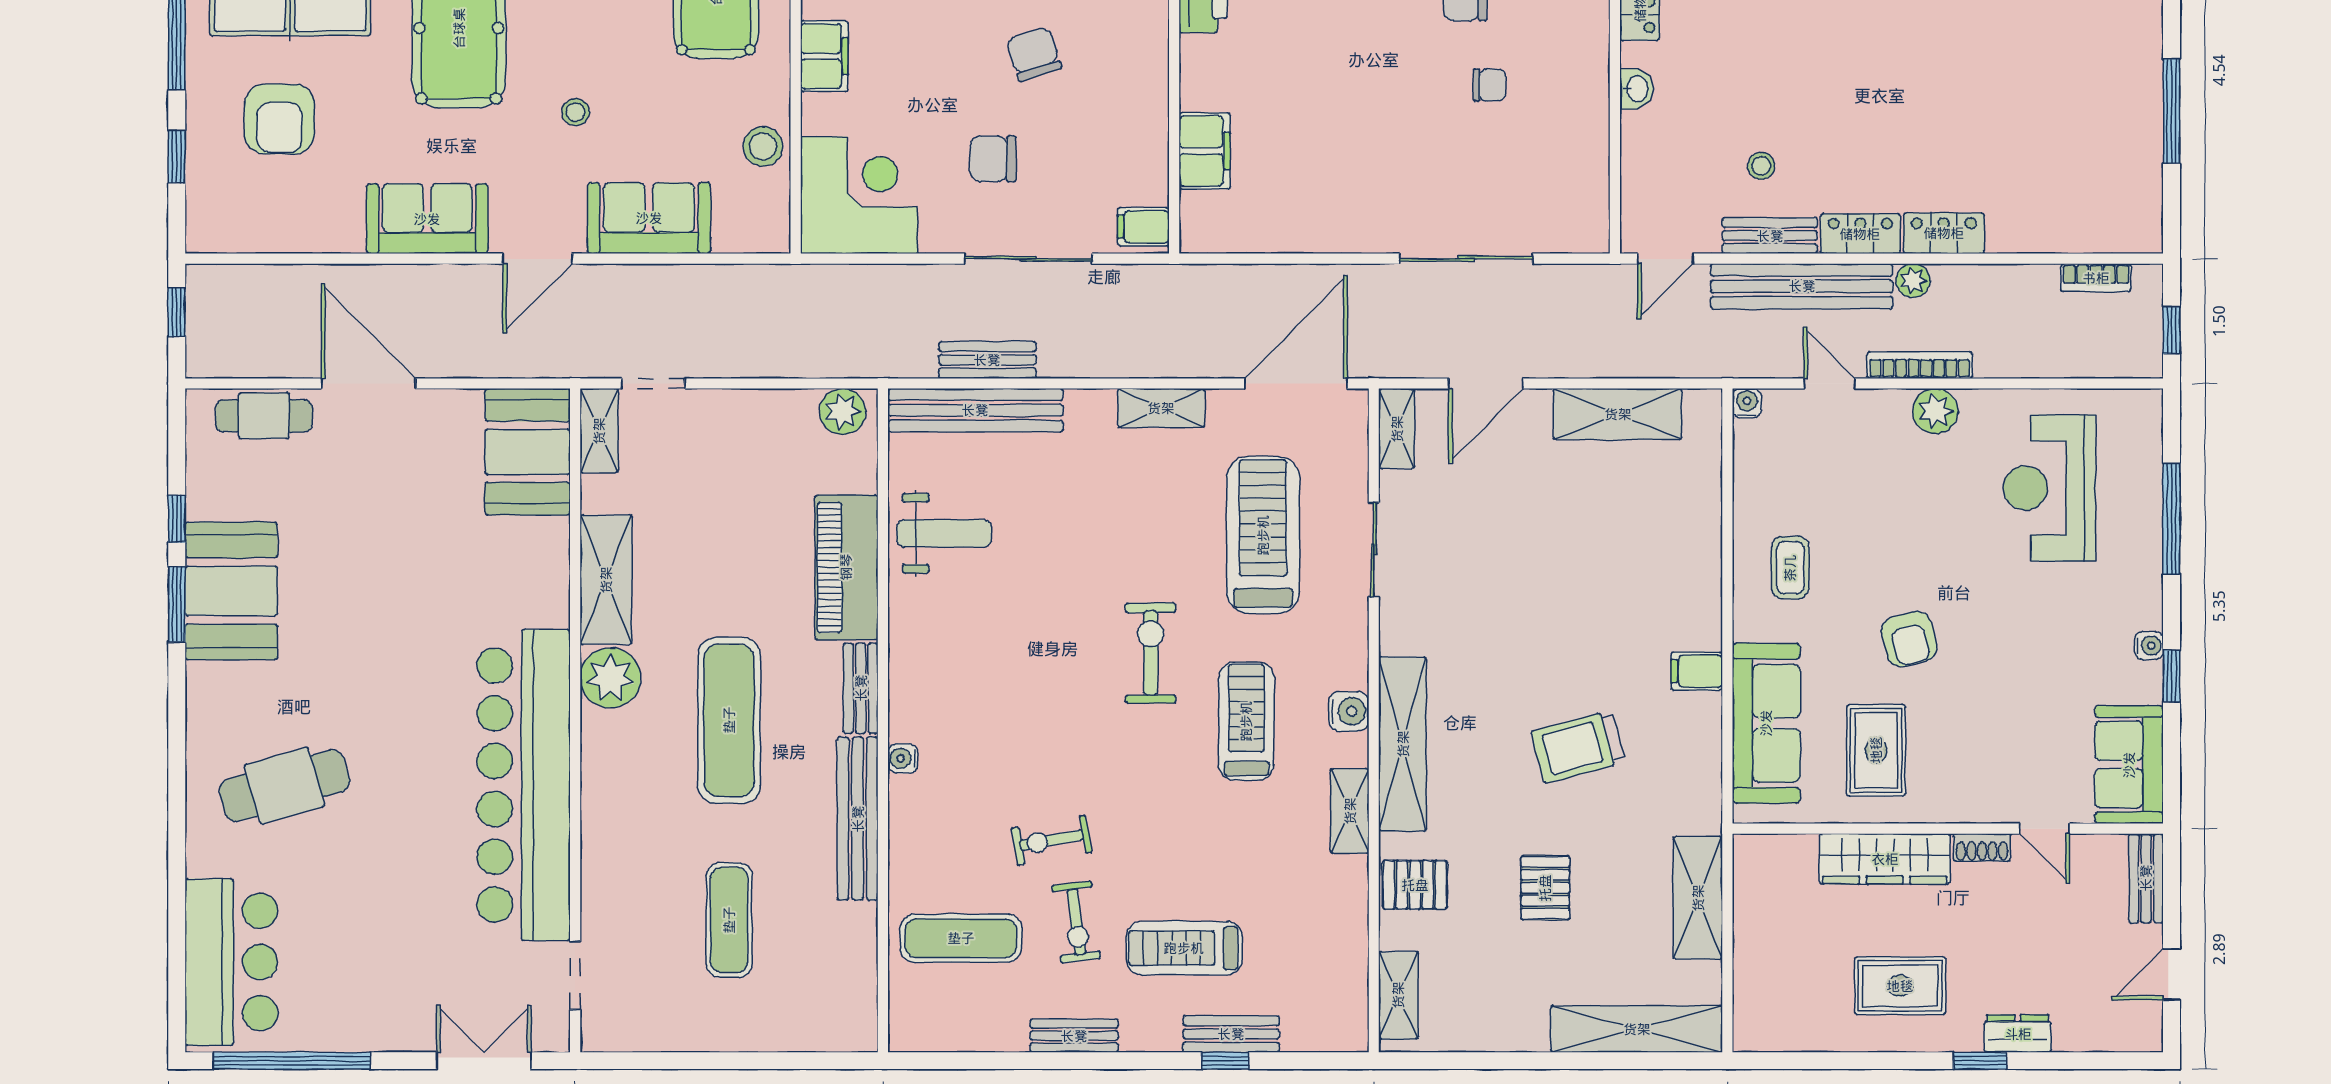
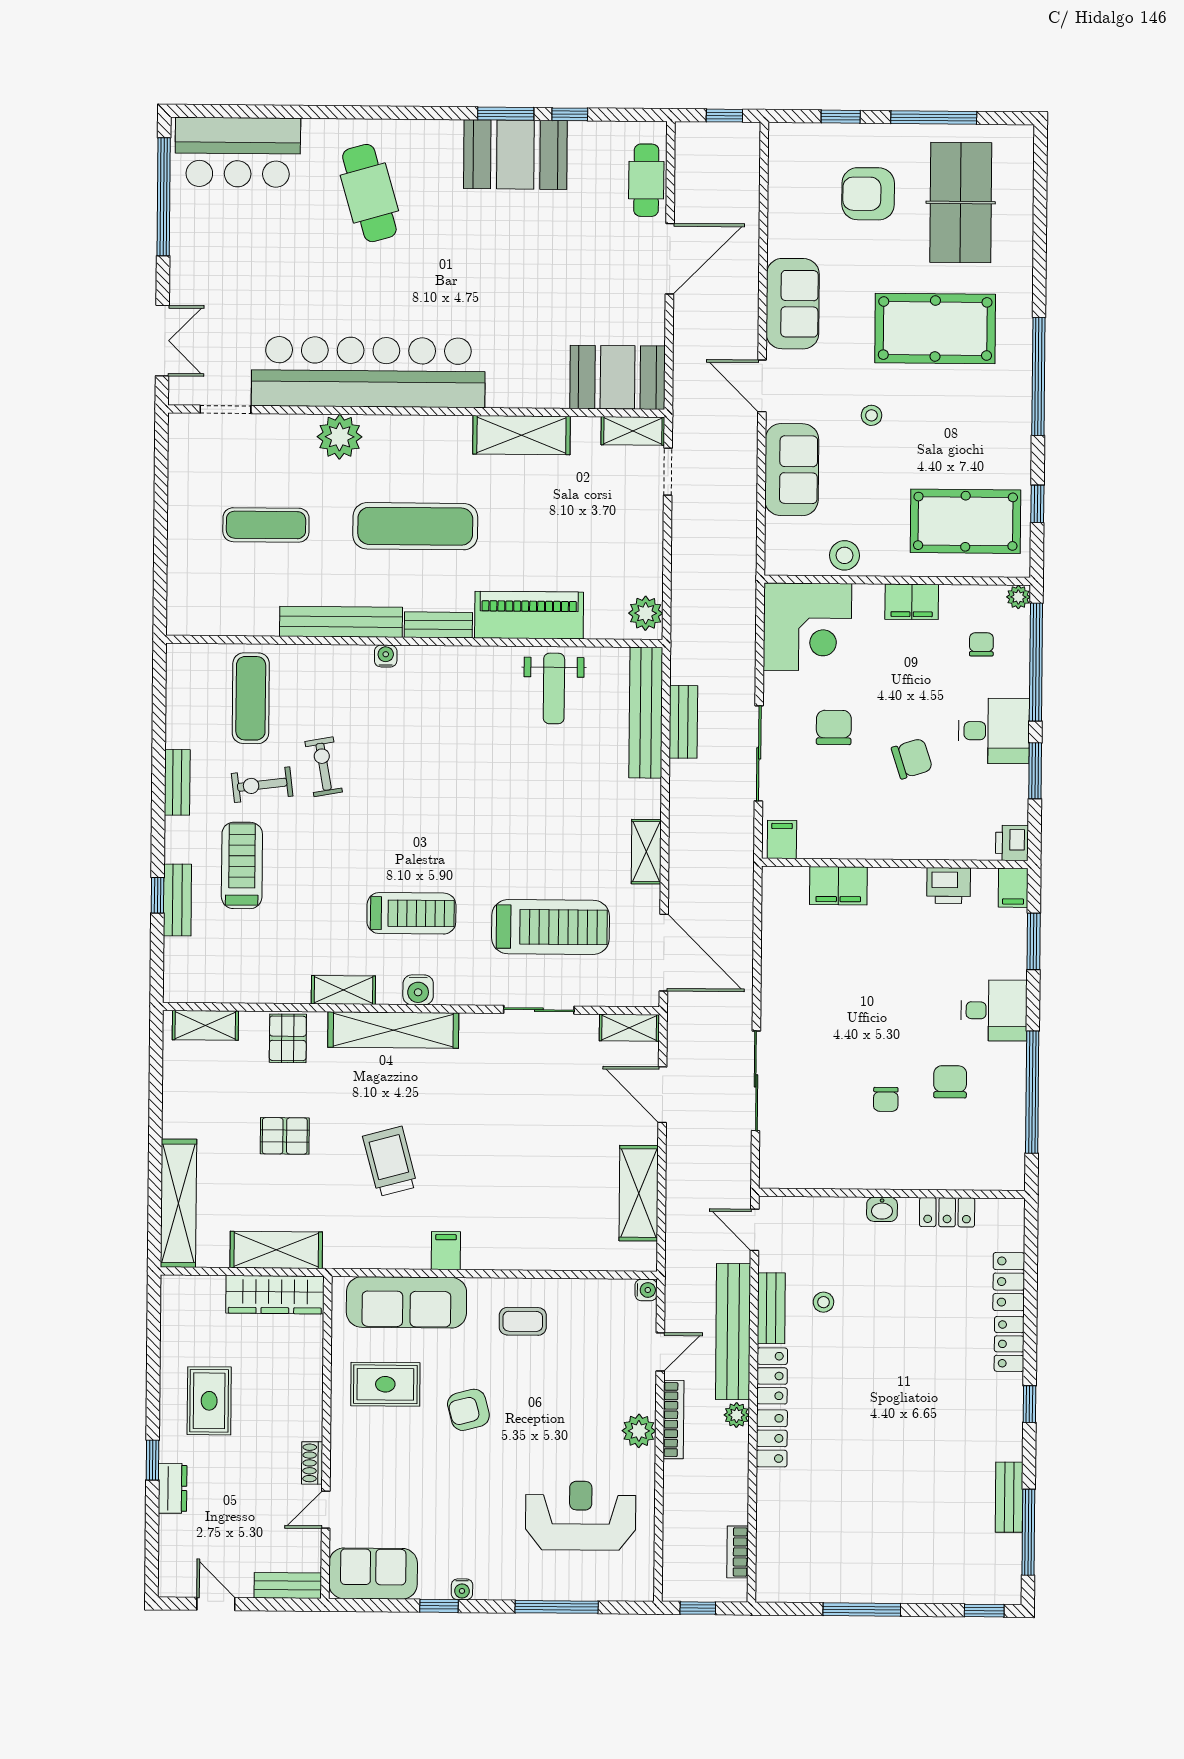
exercise bike: (1151, 653) -> (463, 842), removed
plant: (610, 678) -> (340, 437), moved
wardrobe: (1885, 859) -> (275, 1295), moved, turned -90

